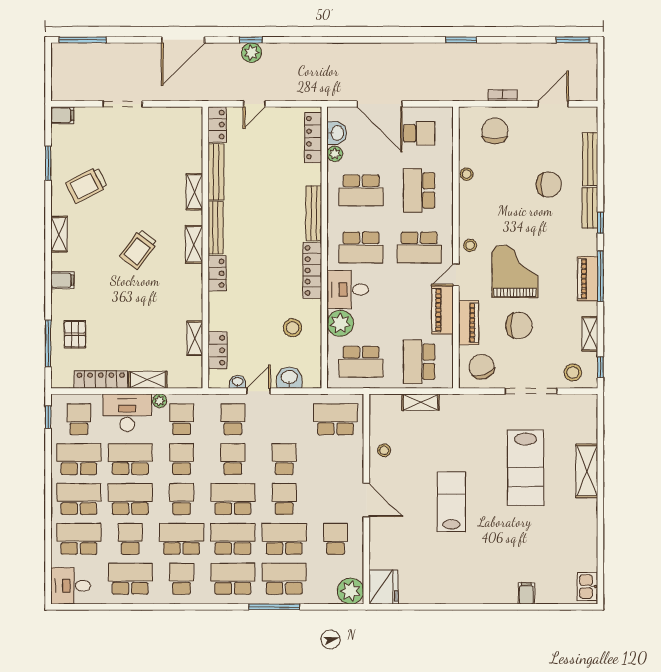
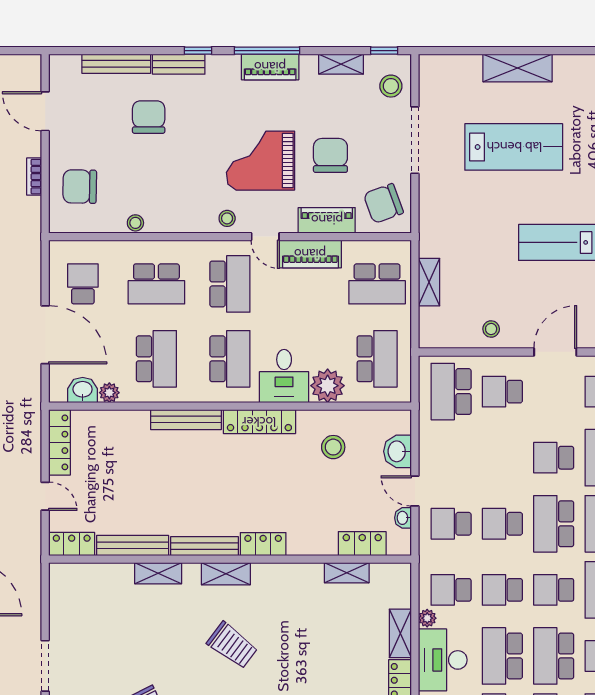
door: (380, 104) -> (45, 335), hinge flipped
locker: (313, 138) -> (59, 442), moved, turned -90
school desk: (284, 459) -> (502, 392), moved

